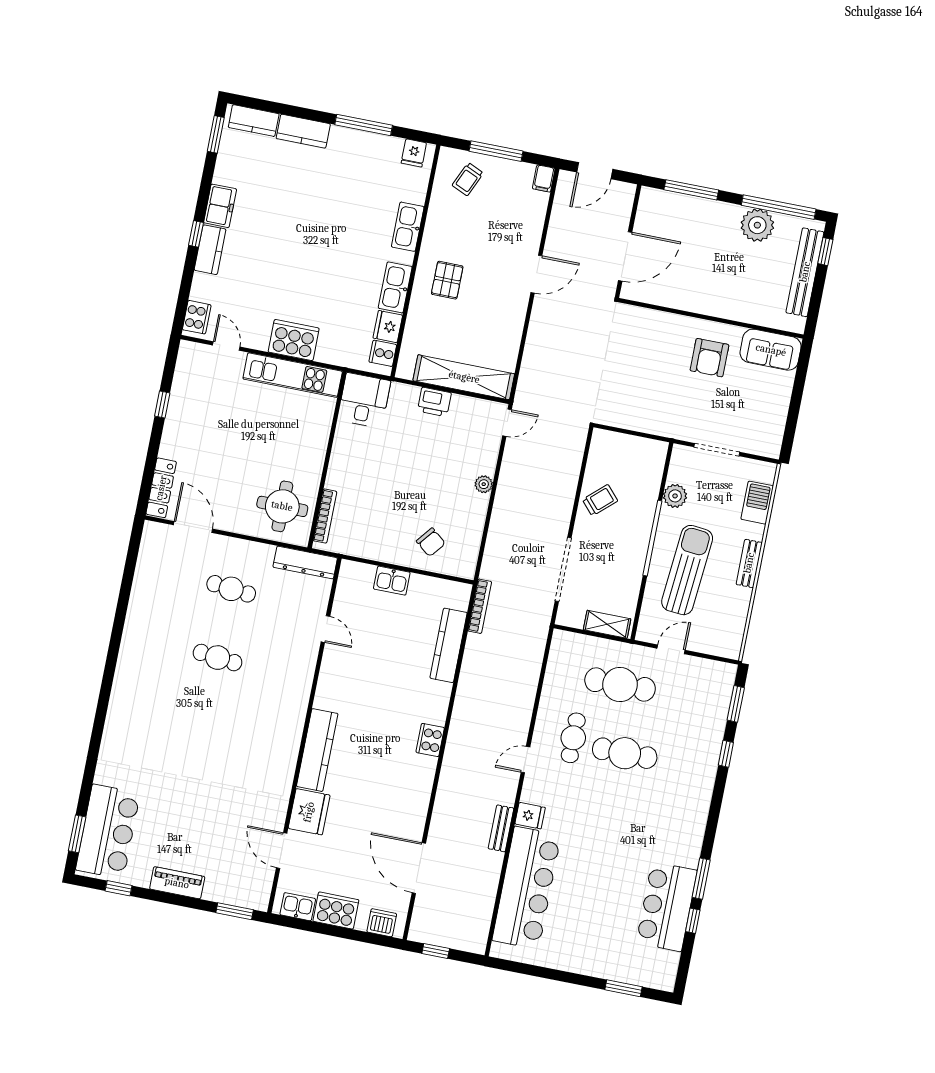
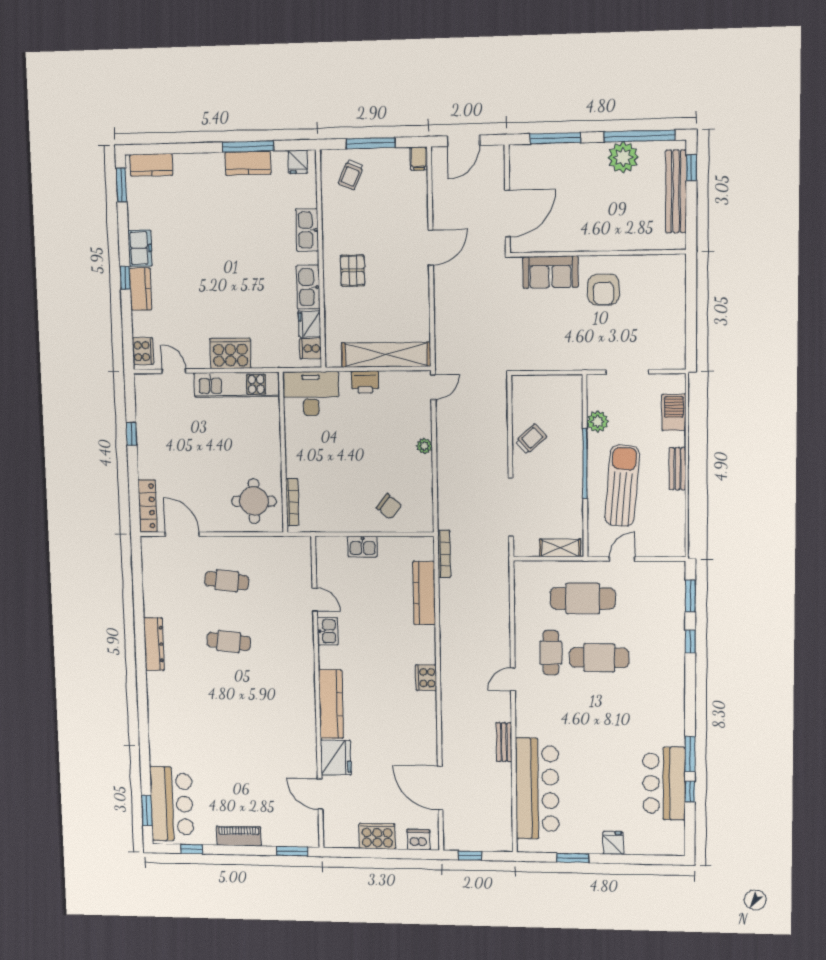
kitchen counter: (303, 131) -> (248, 163), moved
sofa: (771, 350) -> (550, 272), moved
desk: (364, 400) -> (311, 394), width x1.37
dresser: (305, 562) -> (154, 644), moved, turned -90
fridge: (530, 816) -> (613, 843), moved, turned -90
kitchen sink: (298, 907) -> (328, 631), moved, turned 90
window: (624, 988) -> (573, 858), moved

